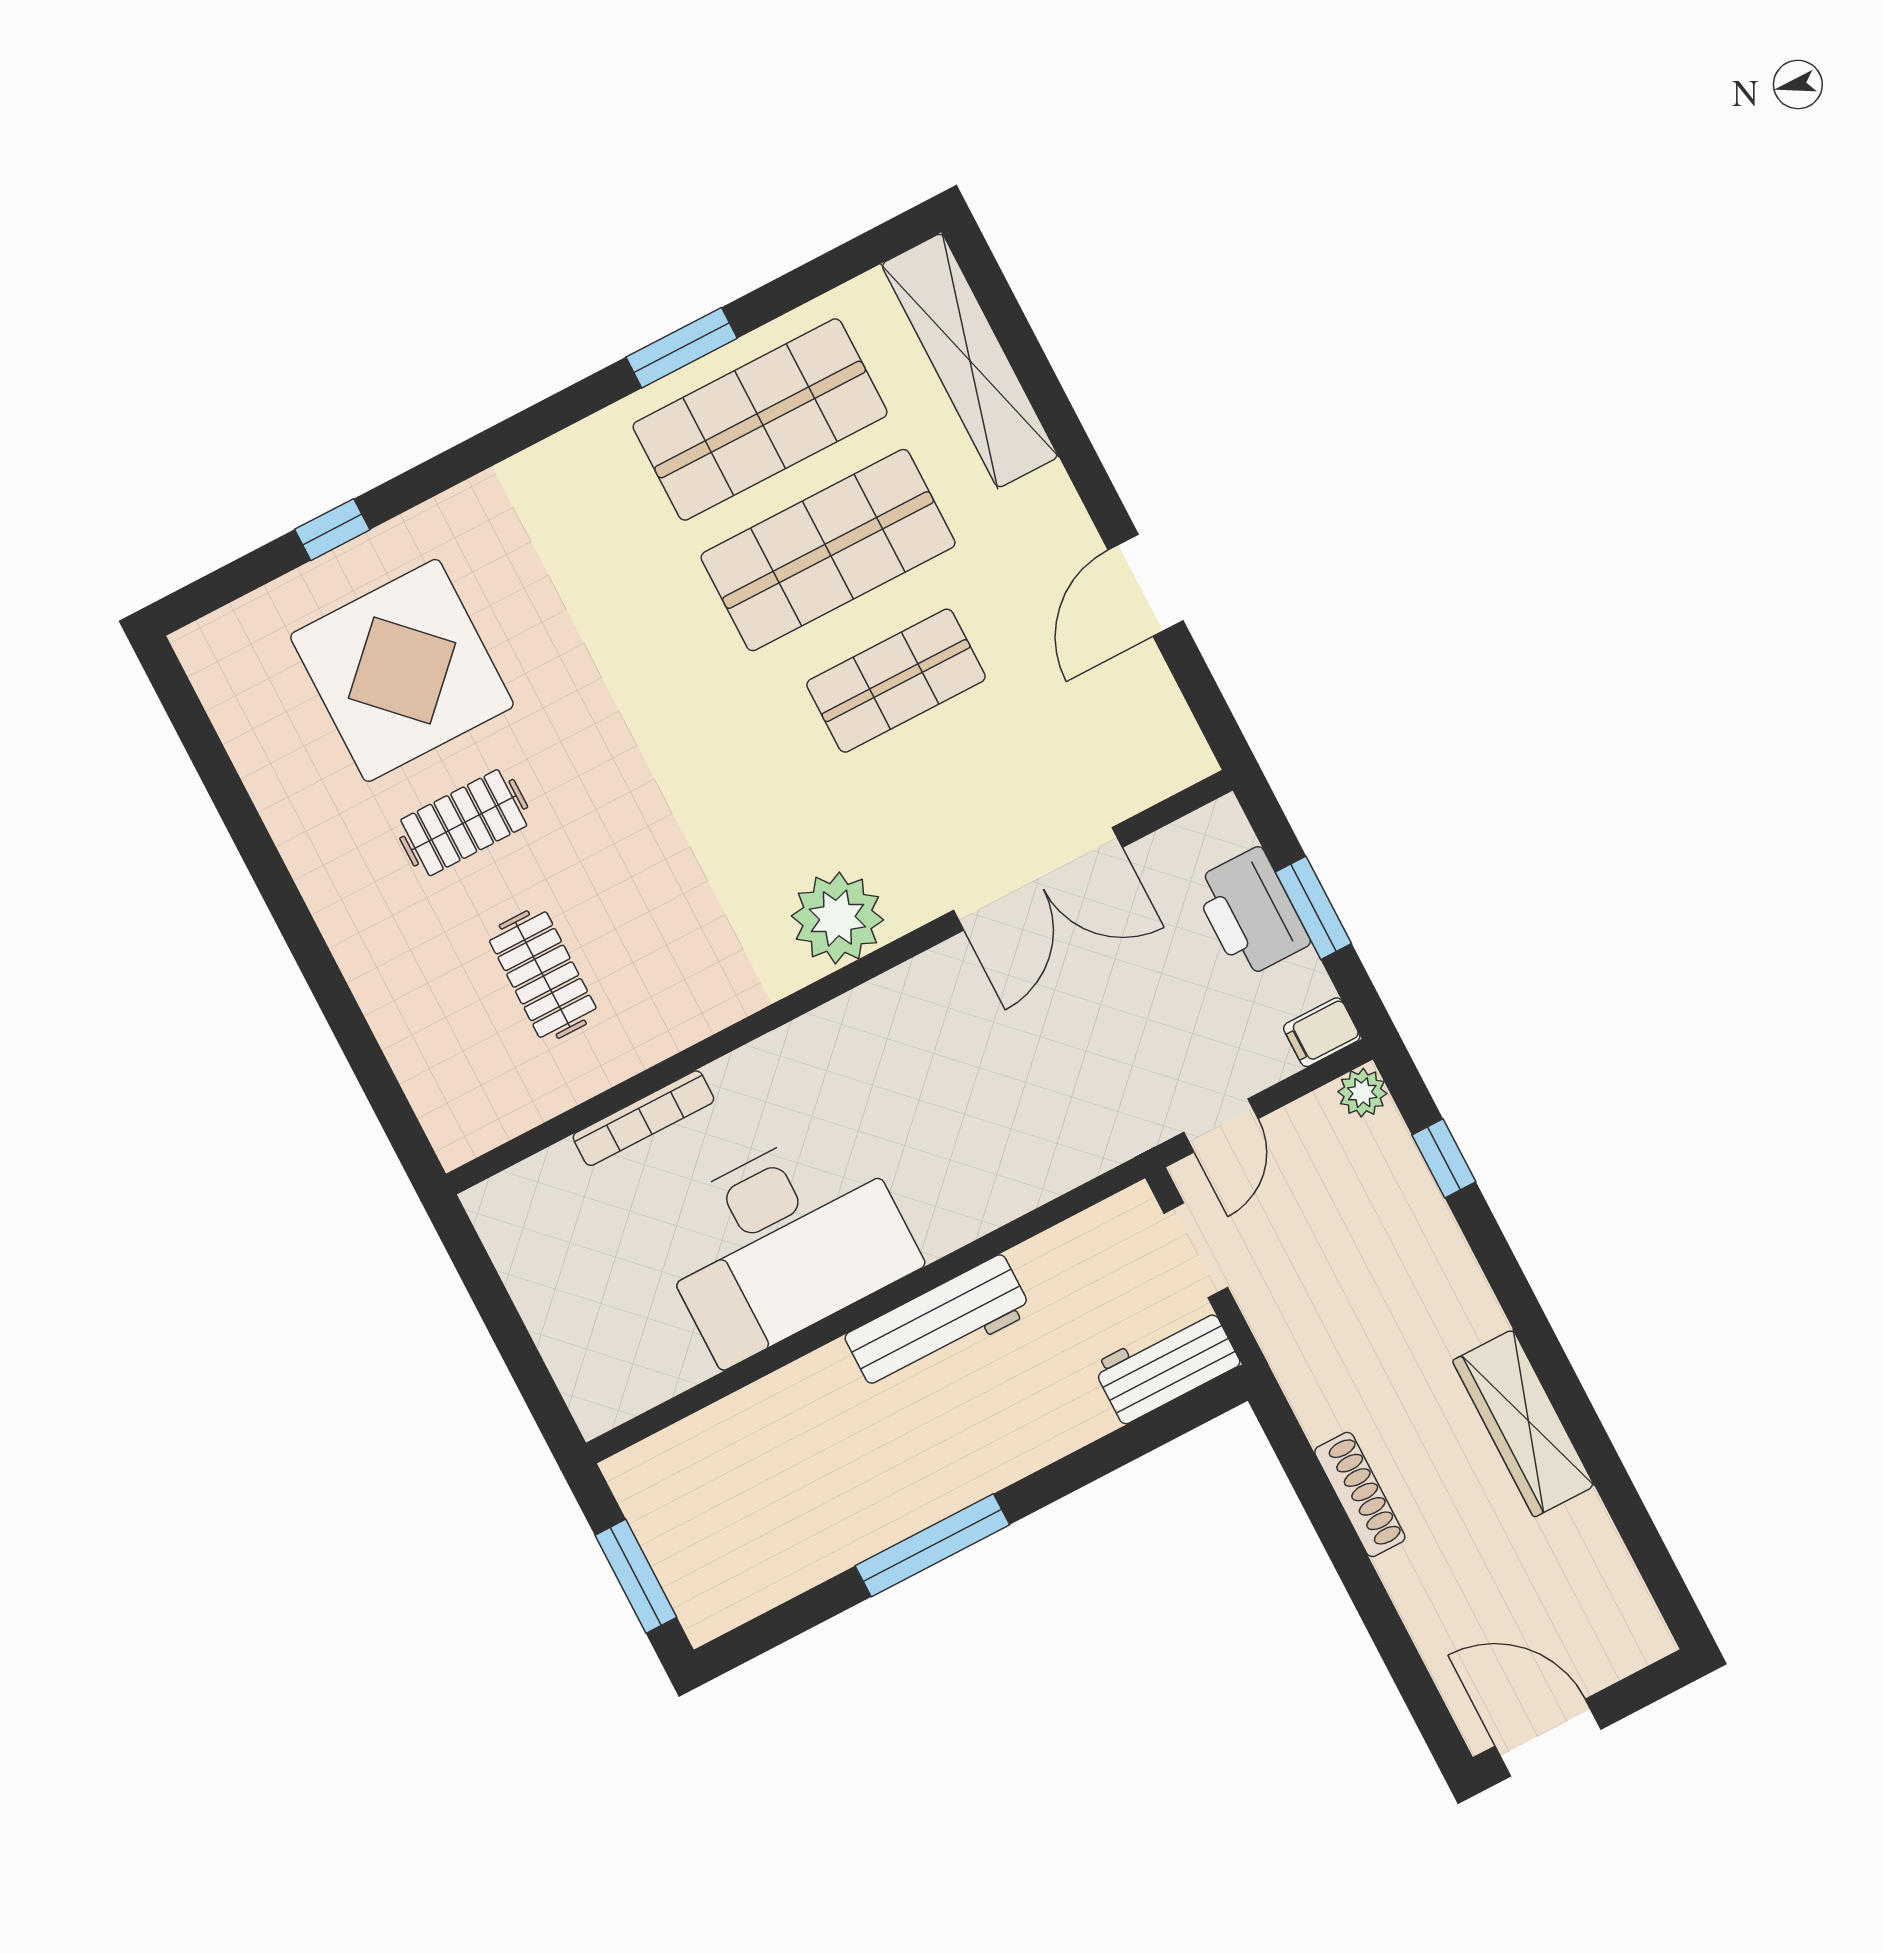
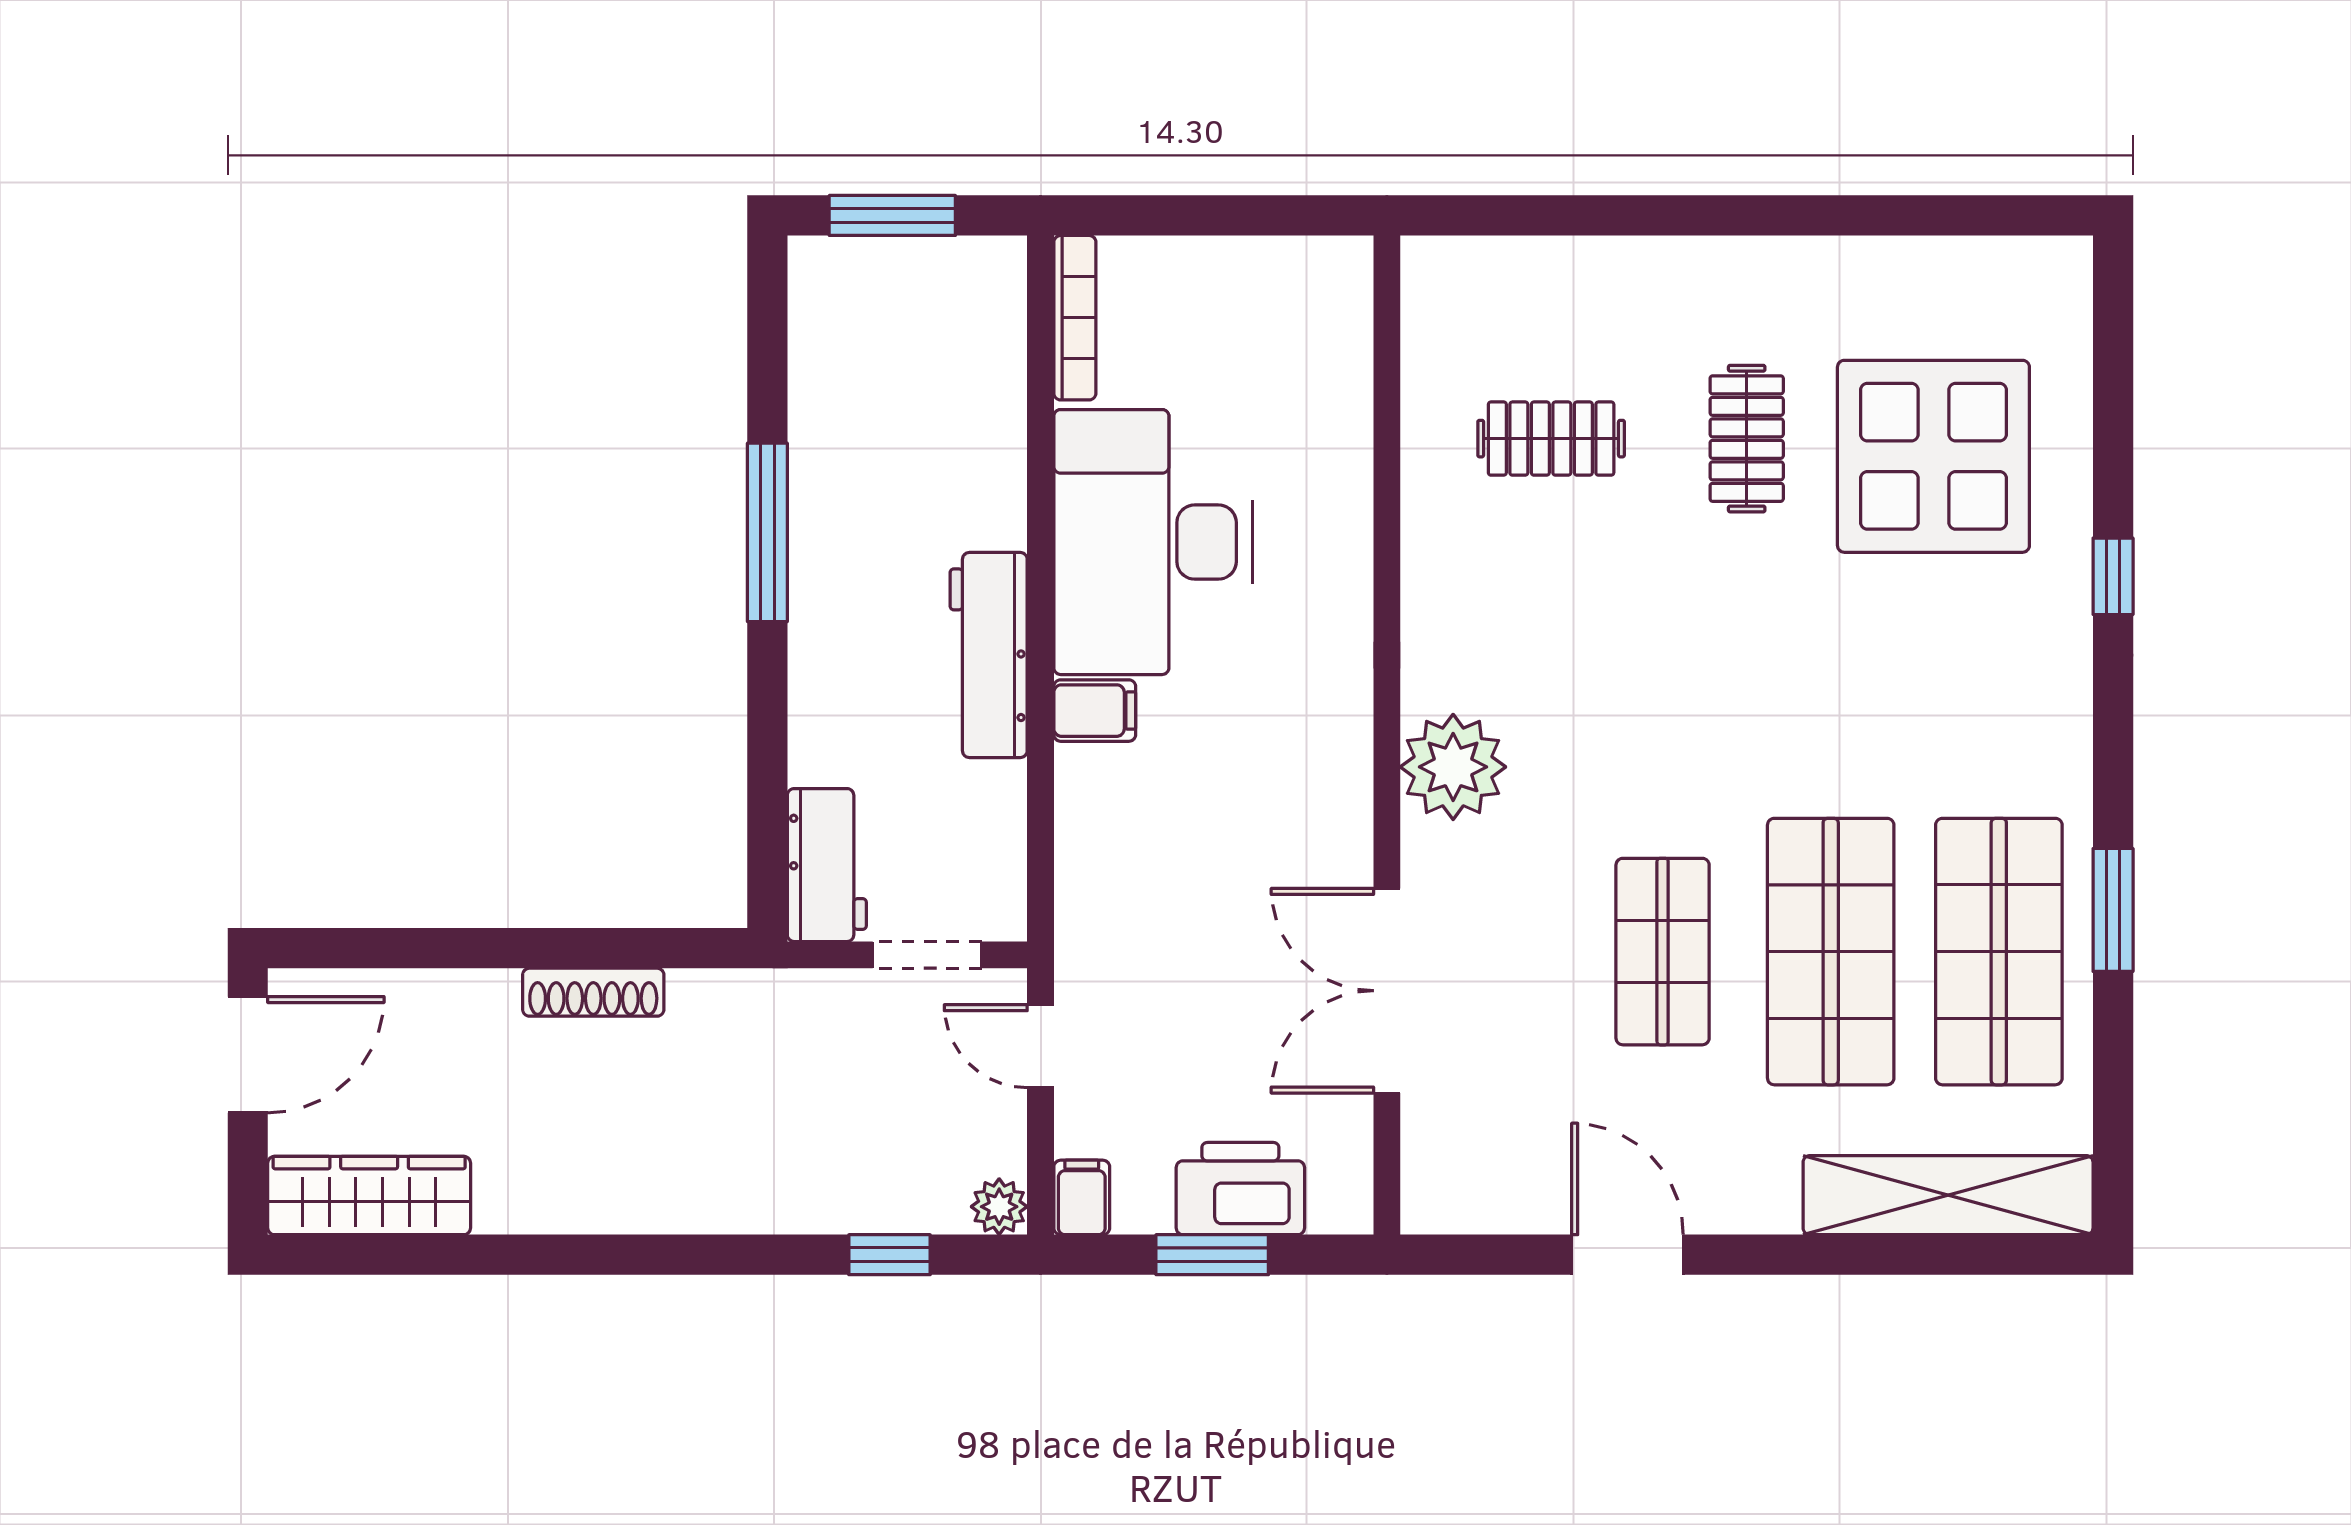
window: (332, 530) -> (2113, 576), moved
bookcase: (643, 1118) -> (1075, 318), moved, turned 180
filing cabinet: (938, 1219) -> (1095, 711), added
wardrobe: (1523, 1423) -> (369, 1195), moved

